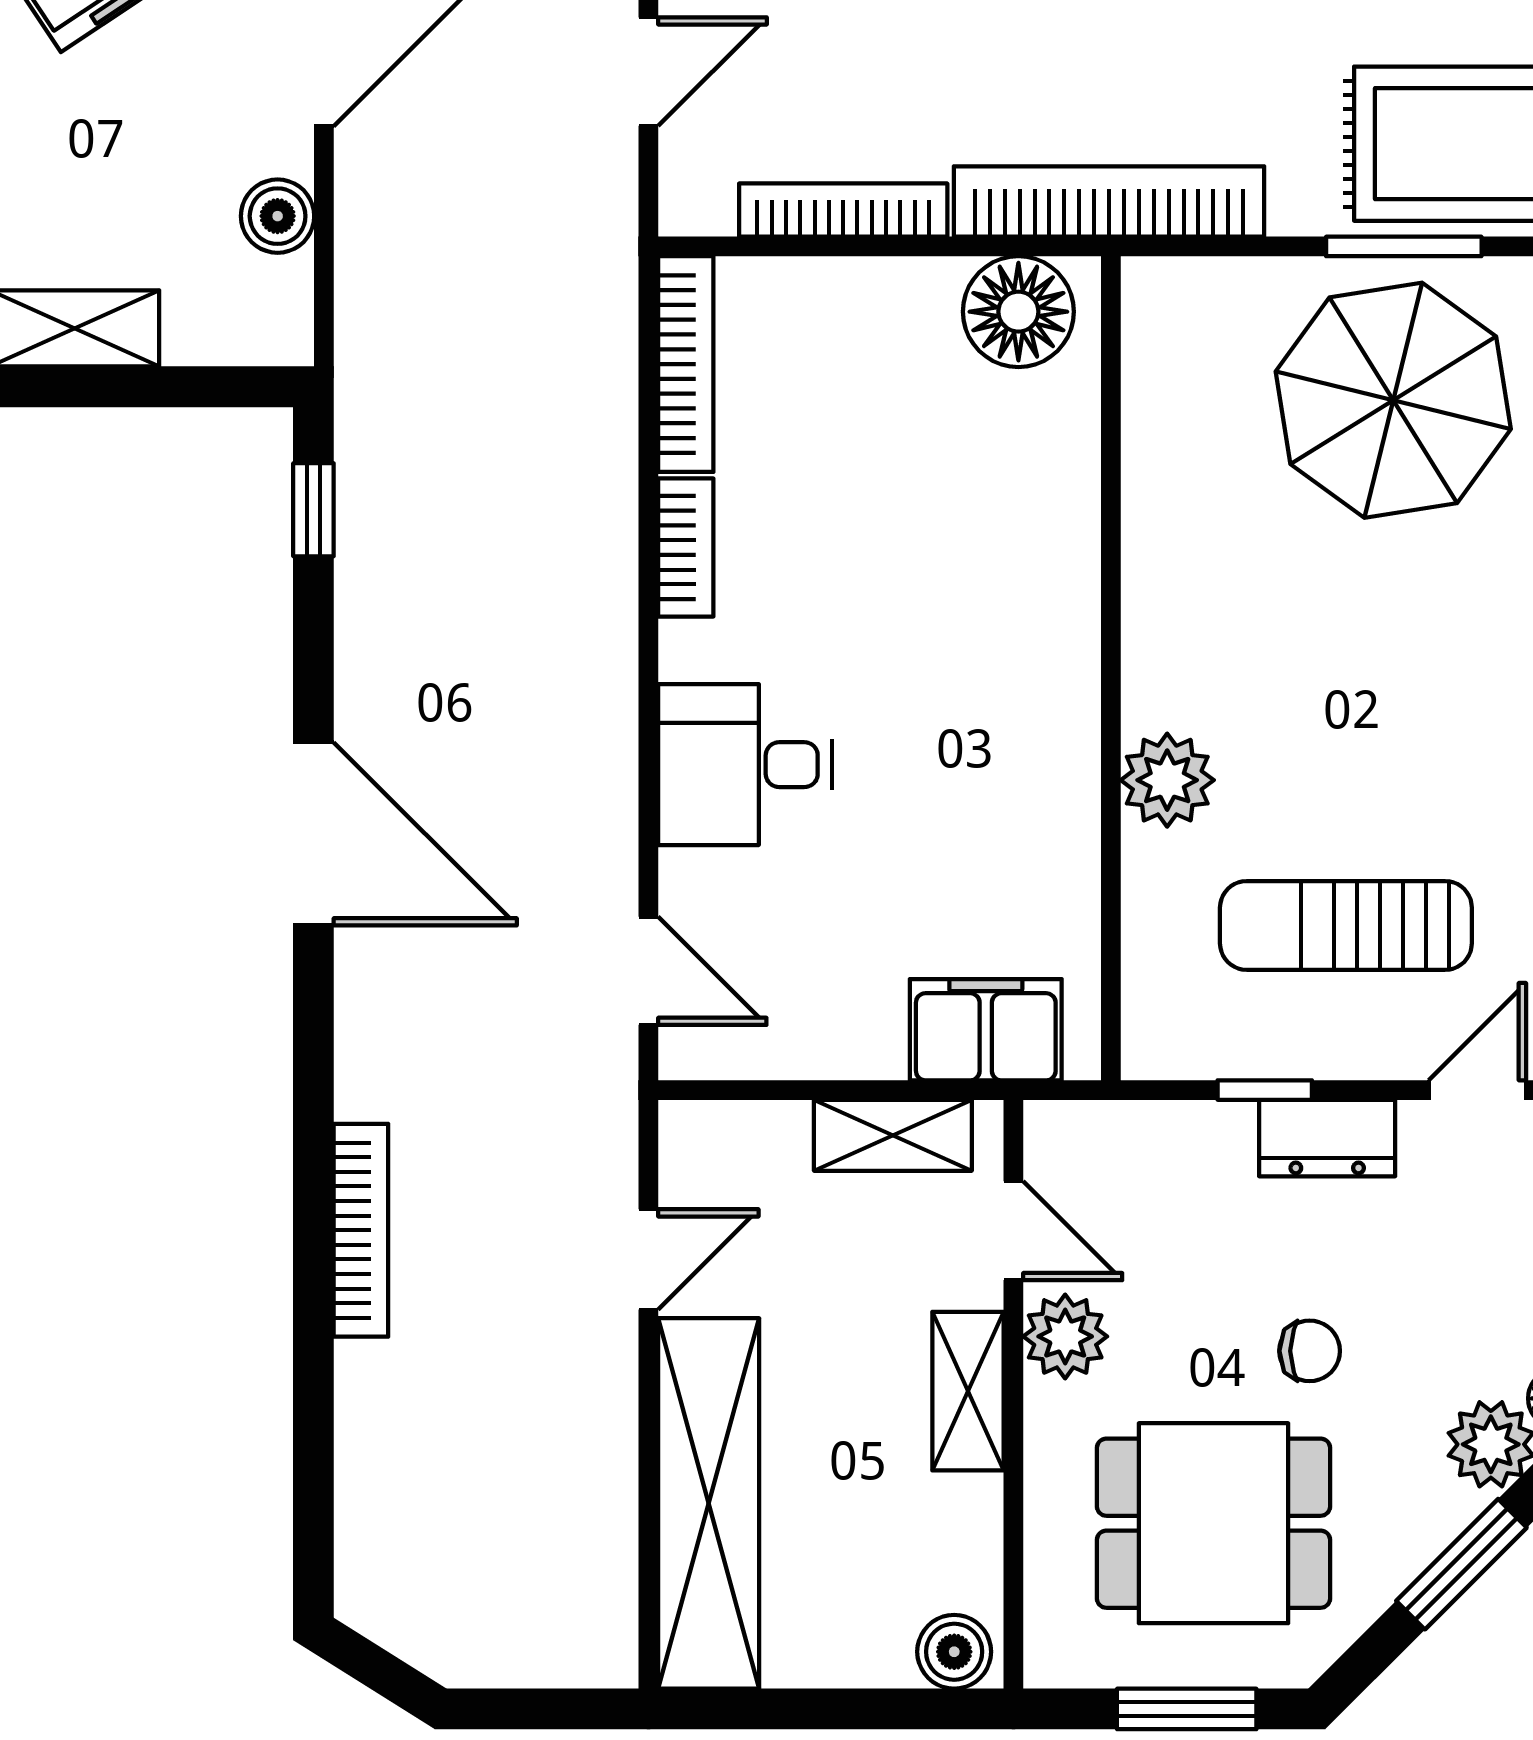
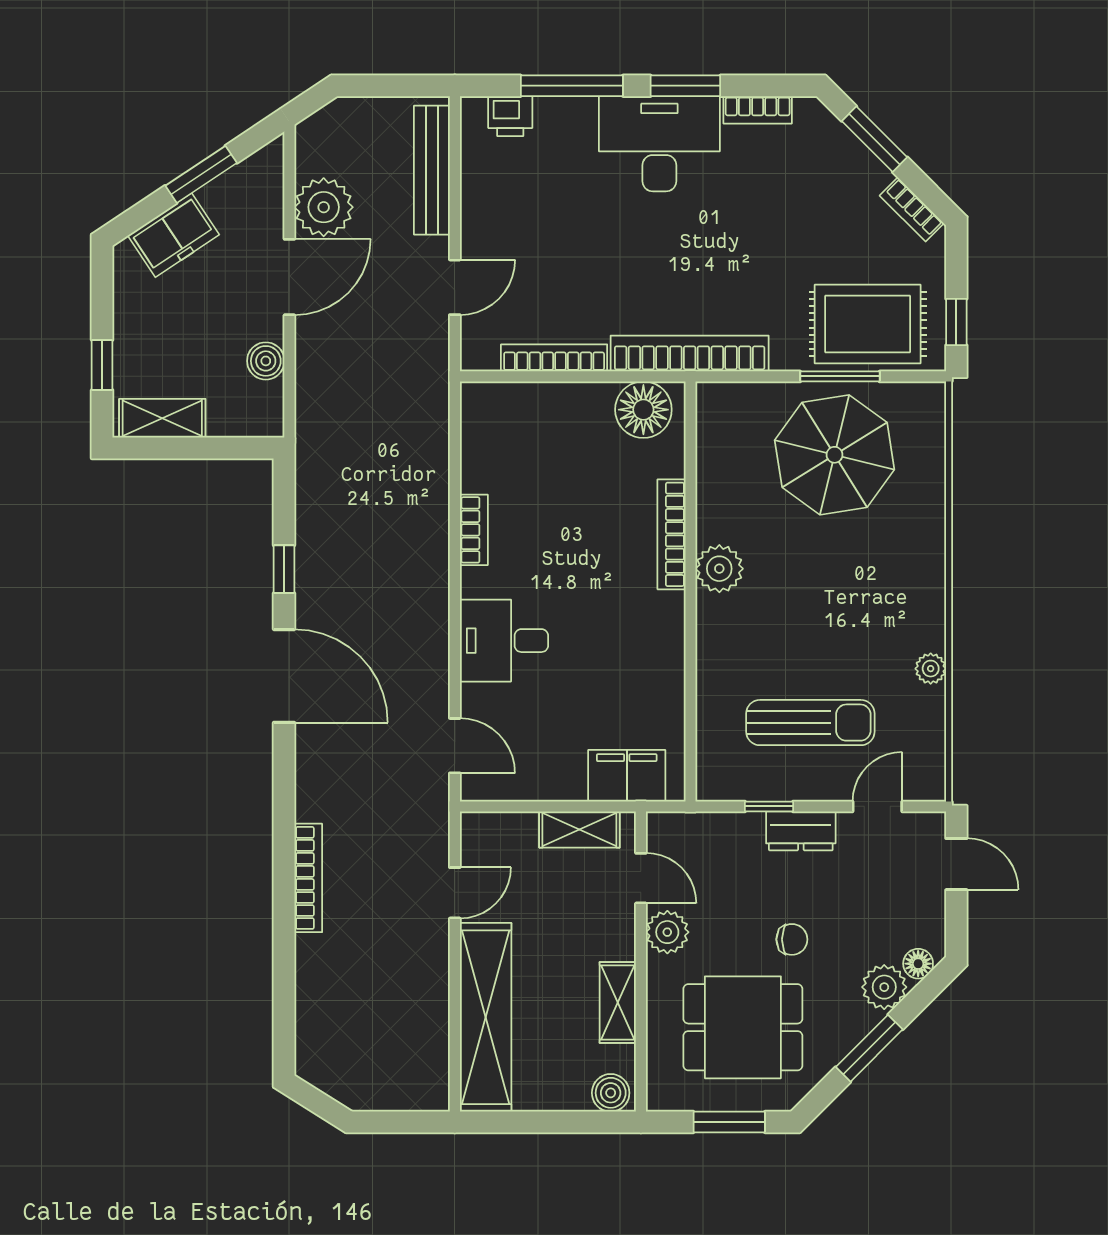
bookcase: (686, 364) -> (671, 534), moved, turned 180
window: (313, 510) -> (284, 569), moved
plant: (1167, 780) -> (719, 569), moved
sun lounger: (1346, 925) -> (810, 723), turned 180
shelving: (968, 1391) -> (618, 1002), moved

